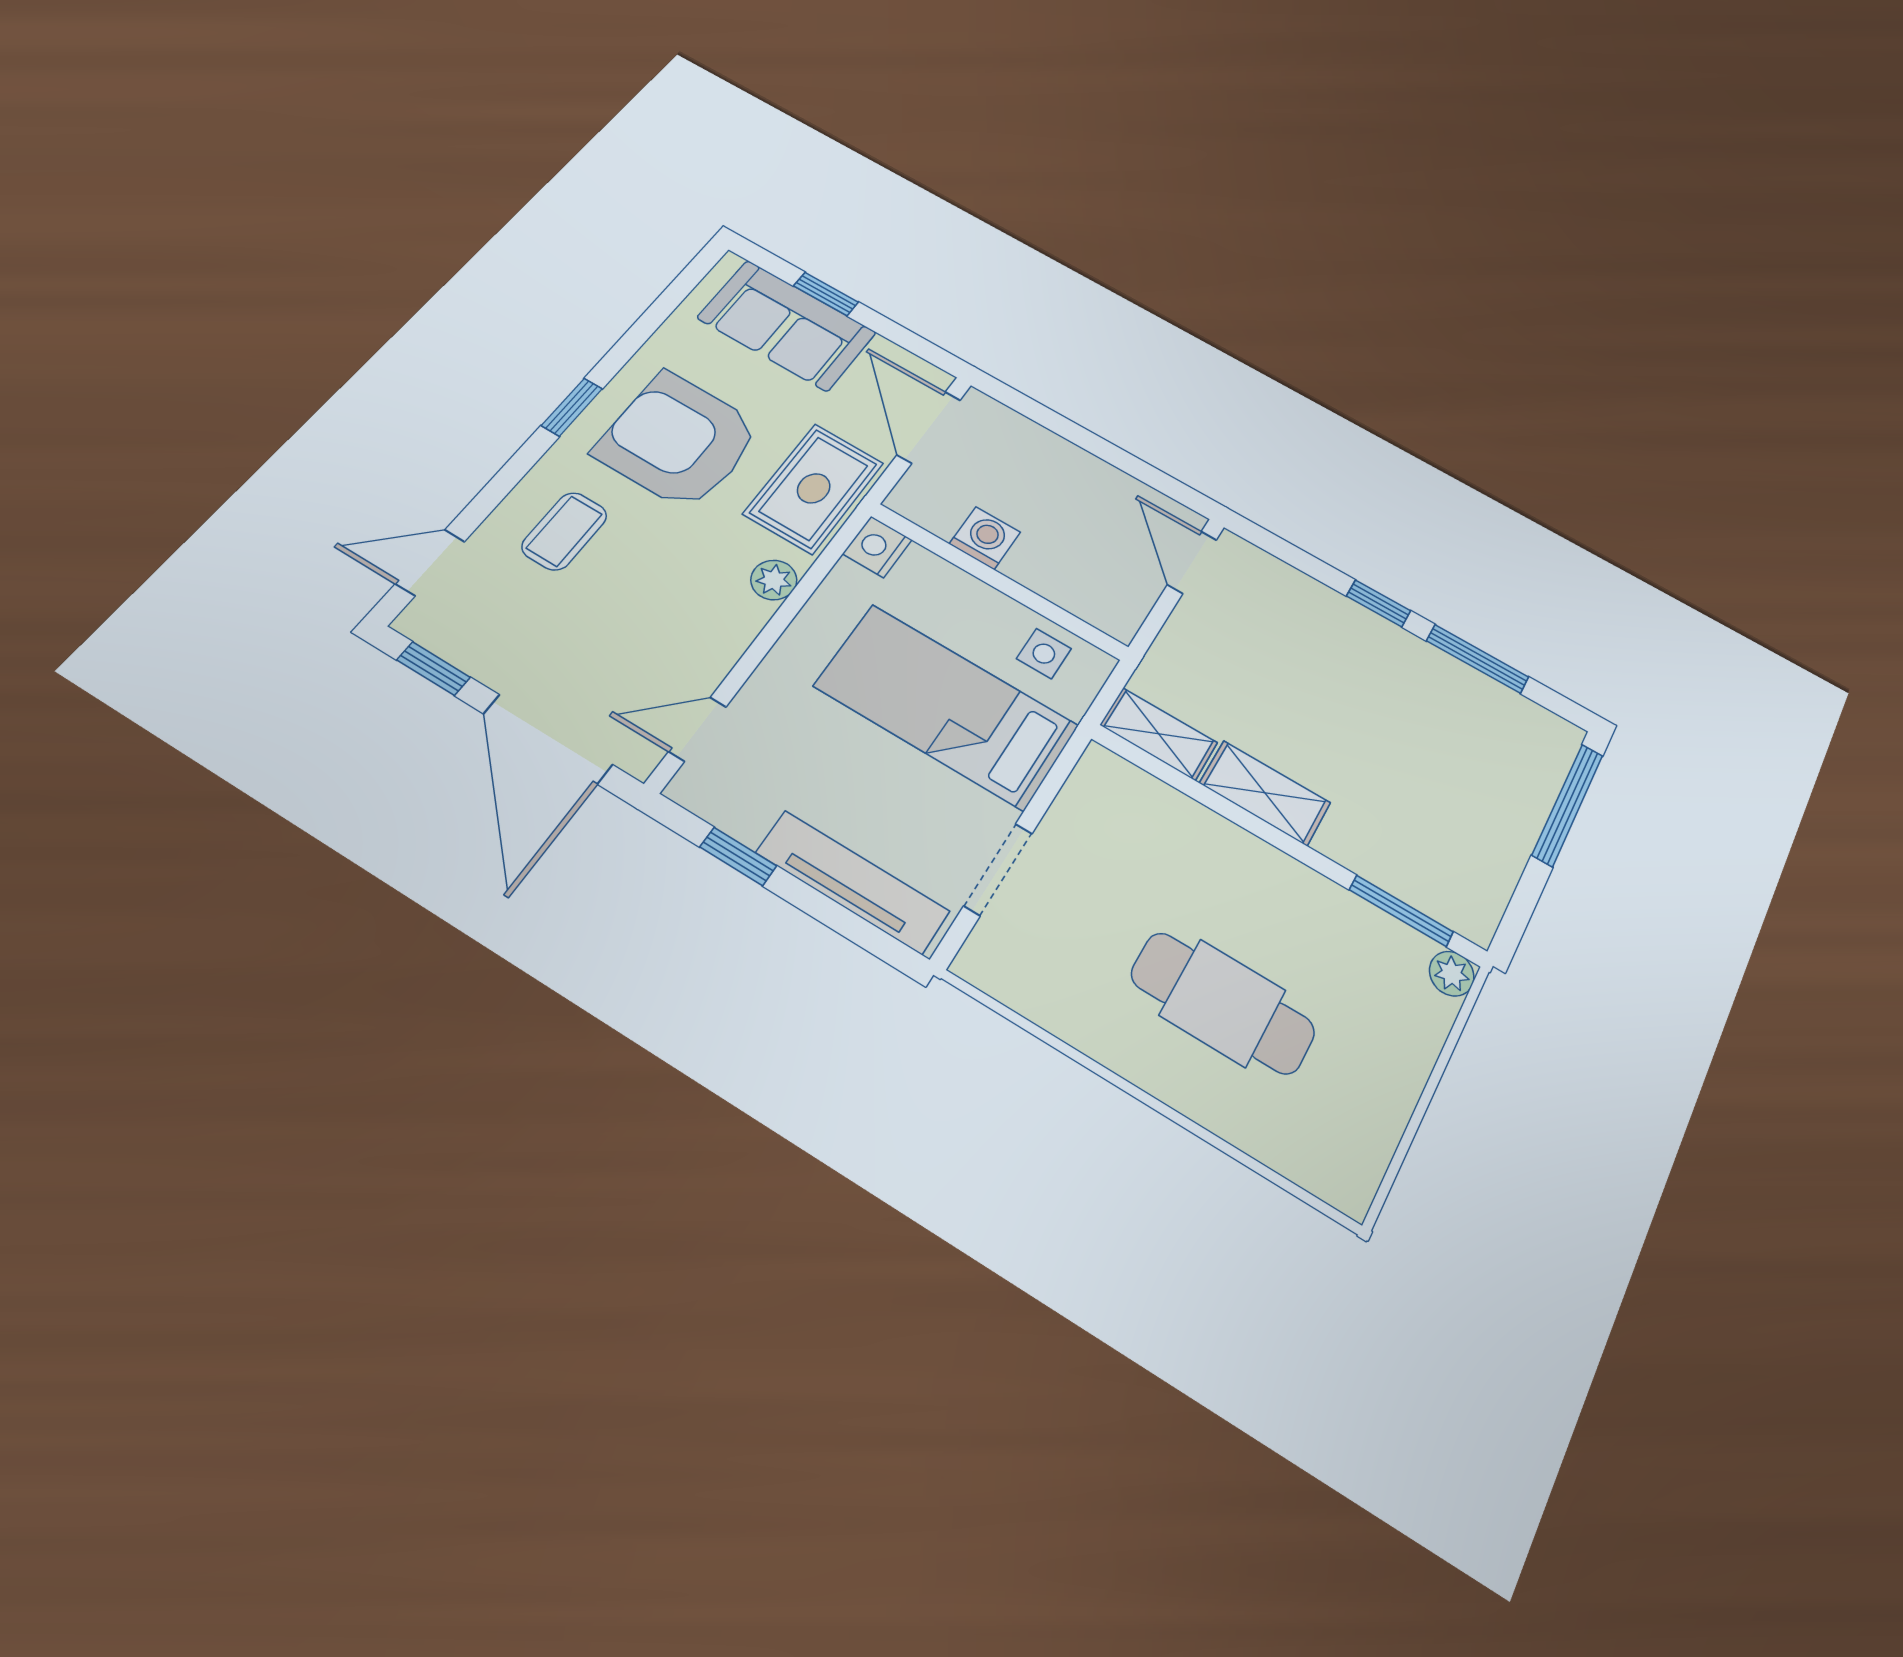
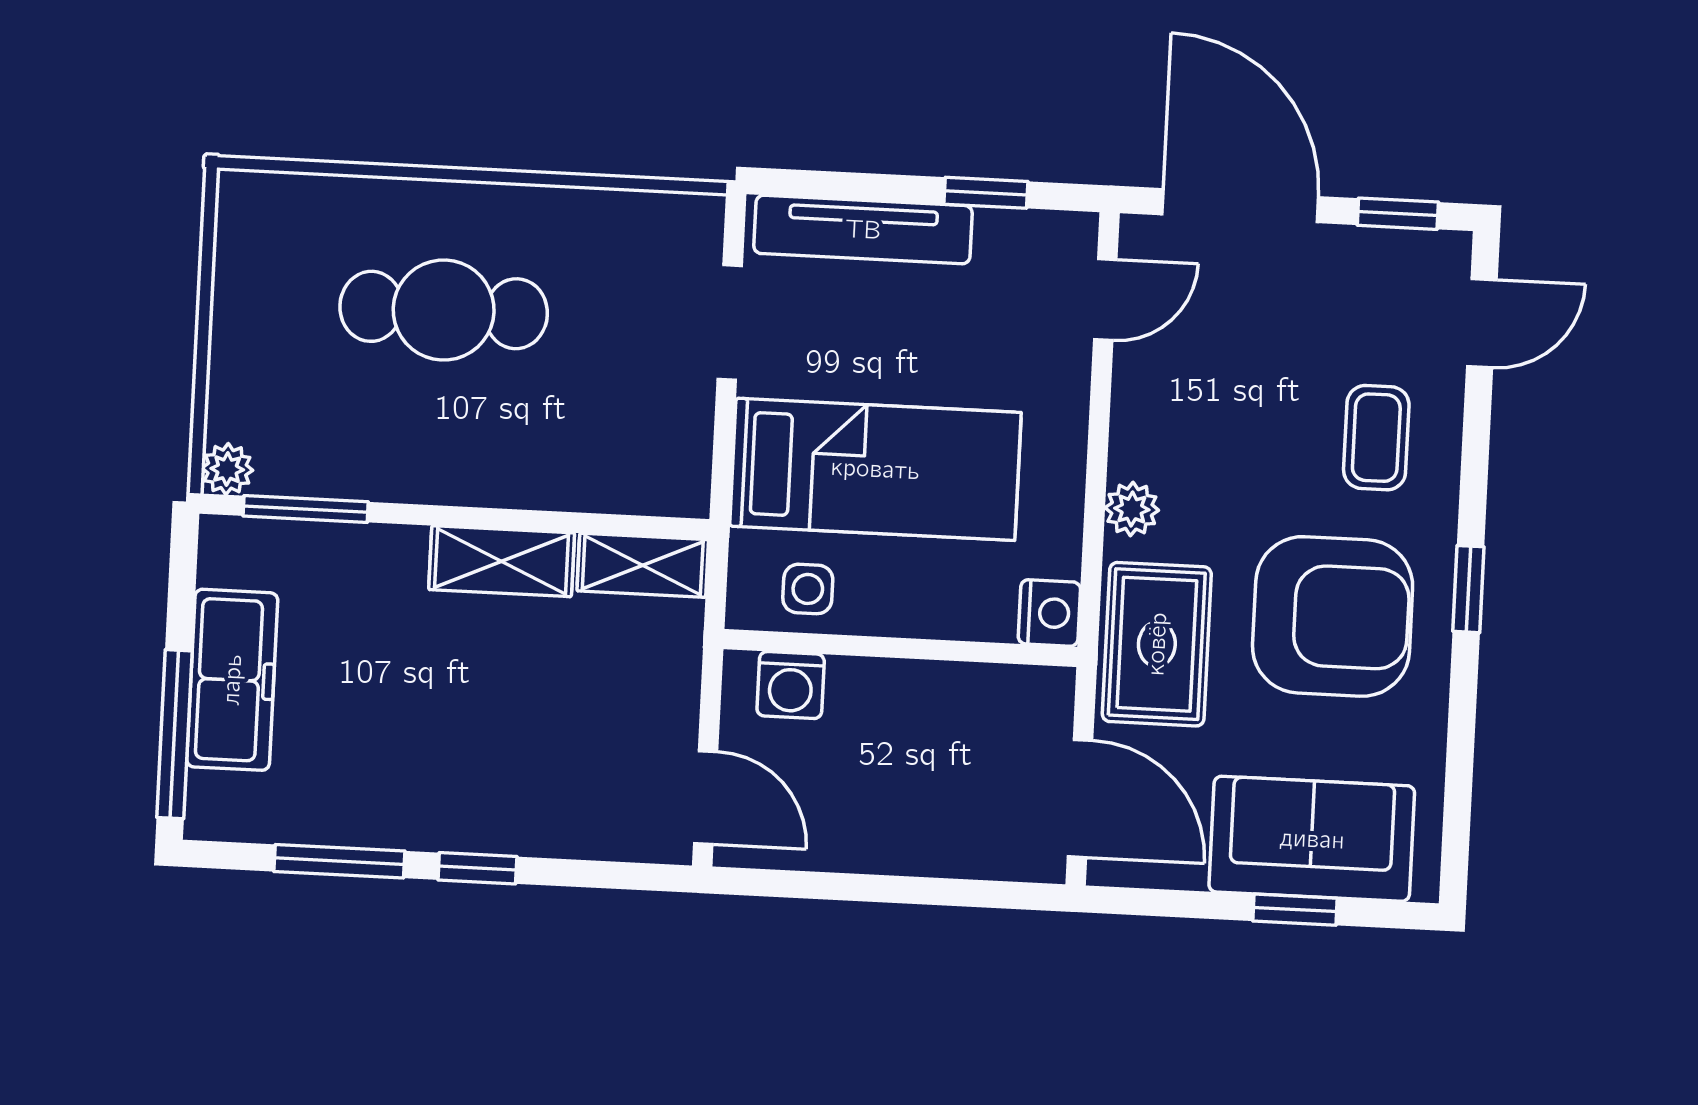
washing machine: (985, 538) -> (791, 685), moved
freezer: (1509, 819) -> (232, 680), added

